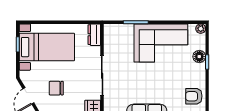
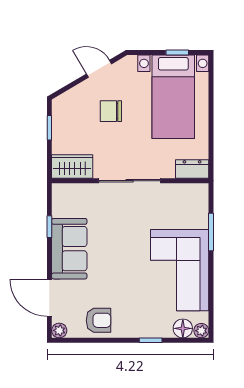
floor lamp: (199, 57) -> (183, 328), moved
chair: (56, 88) -> (111, 111), turned -90
armchair: (194, 96) -> (99, 320), turned 90

